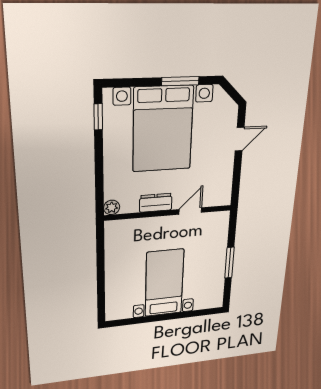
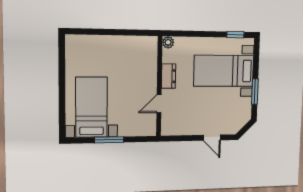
bed with nightstands: (163, 129) -> (224, 71), width x0.73
door: (190, 211) -> (159, 104), swing flipped
bed with nightstands: (164, 283) -> (92, 107), moved, turned -90

